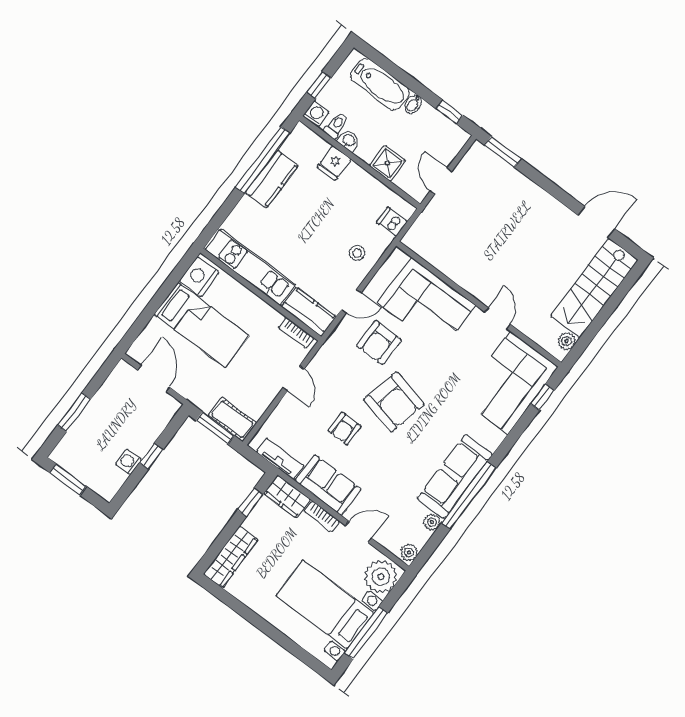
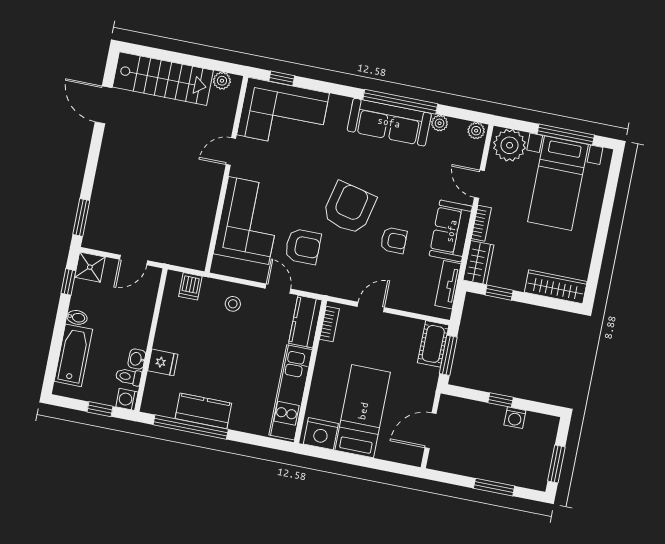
shower: (387, 163) -> (90, 267), moved

